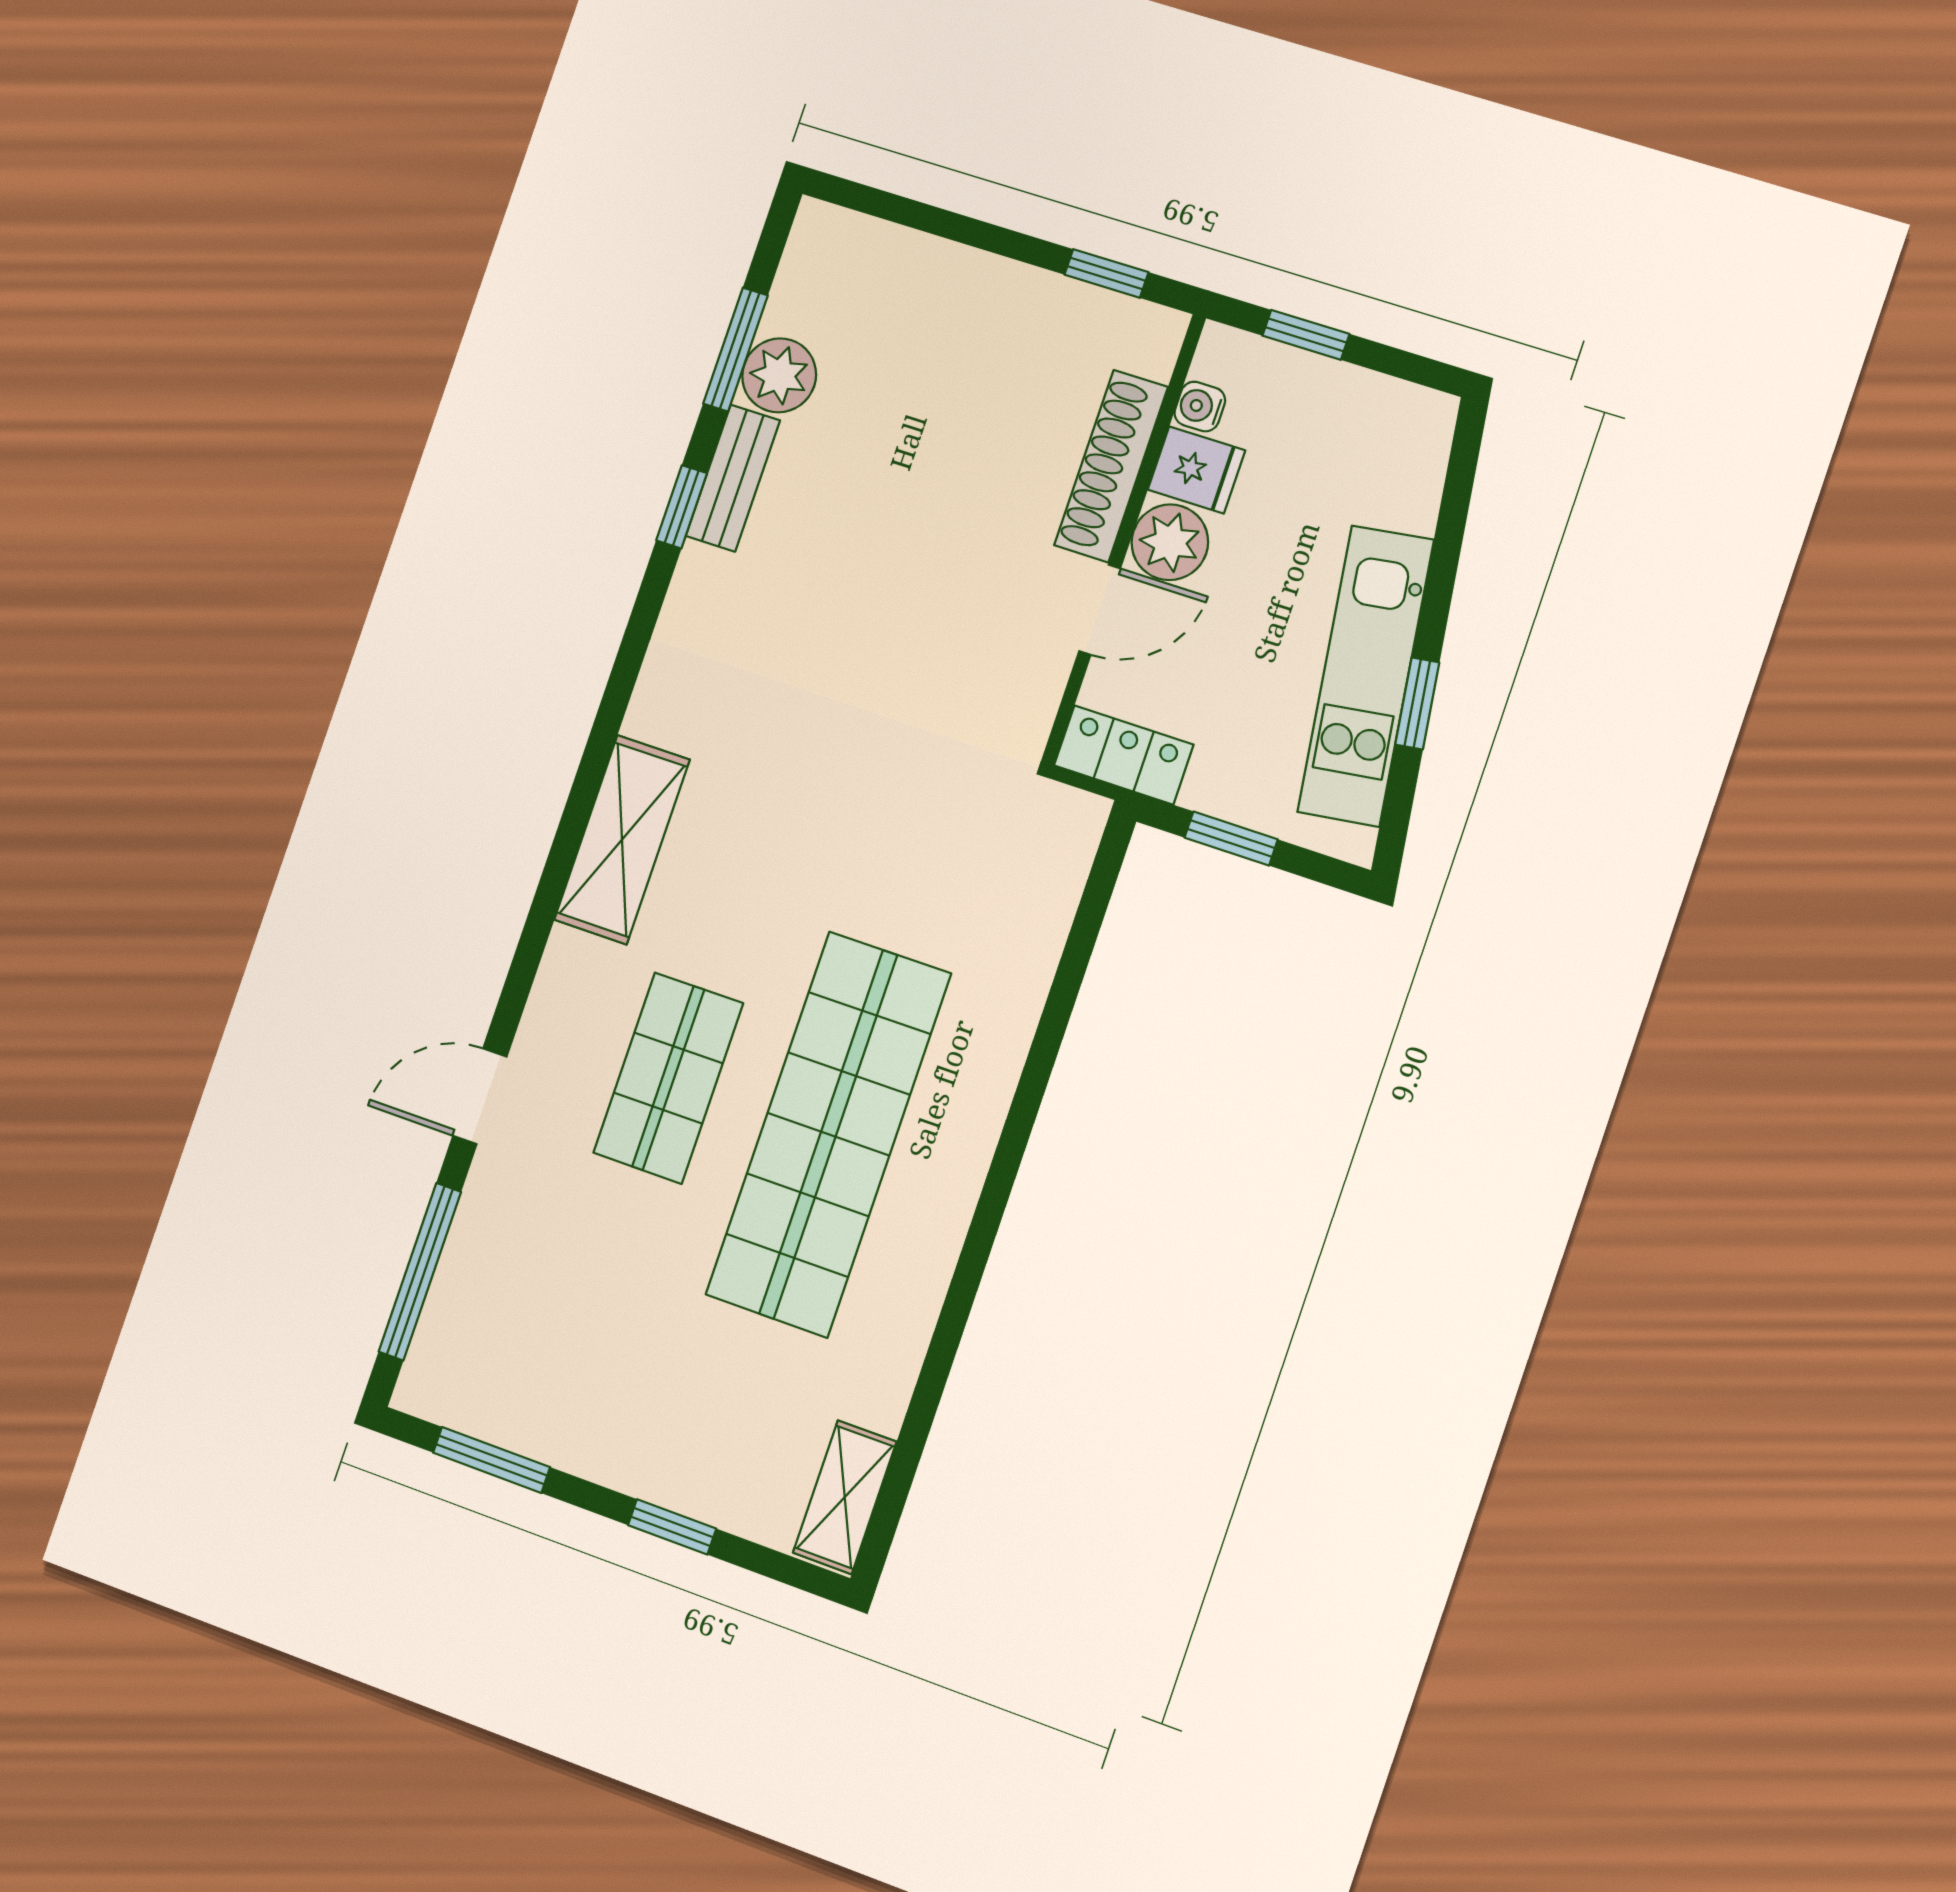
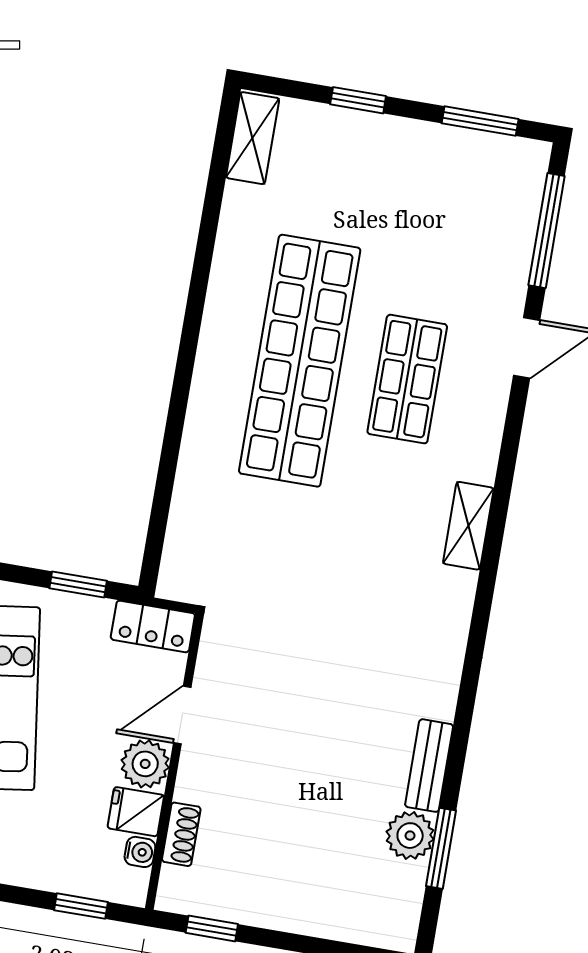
shoe rack: (1111, 466) -> (181, 834), width x0.51, depth x0.81
window: (682, 507) -> (459, 743), removed
shelving: (622, 840) -> (468, 526), width x0.67, depth x0.75

